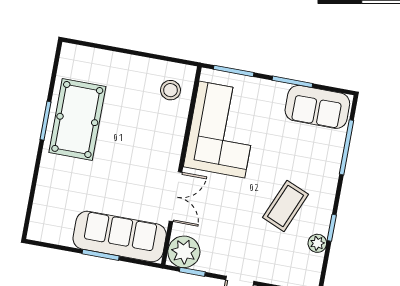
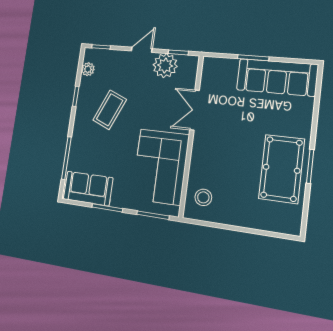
sofa: (120, 237) -> (277, 77), moved
plant: (317, 243) -> (88, 69), moved
plant: (184, 252) -> (165, 66), moved

